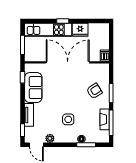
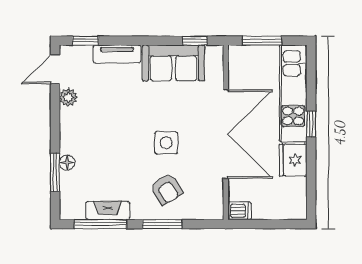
side table: (68, 119) -> (166, 143), moved

